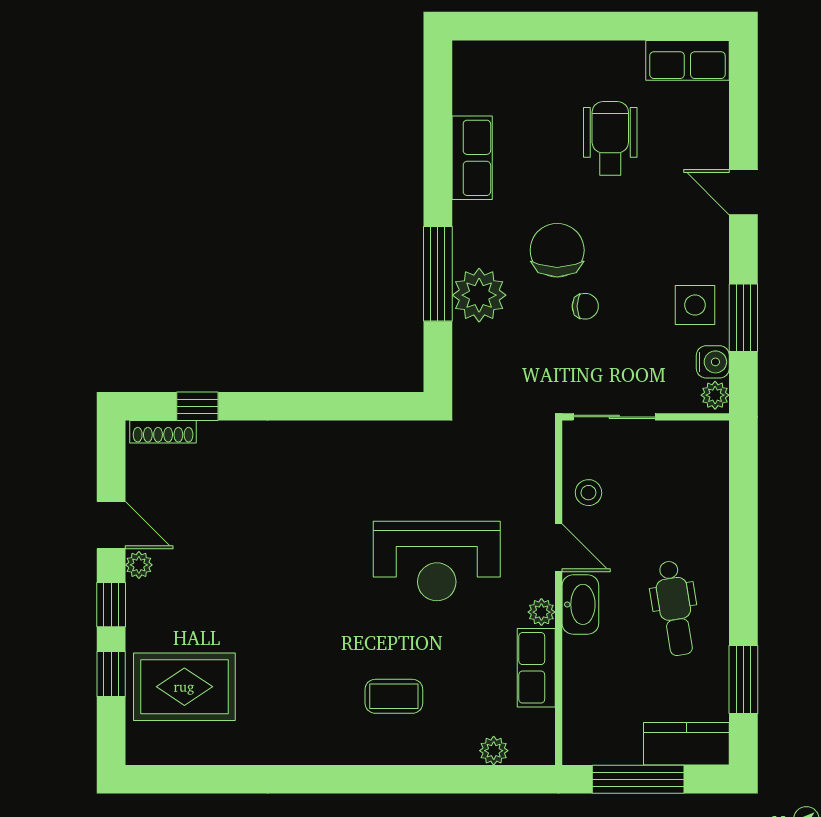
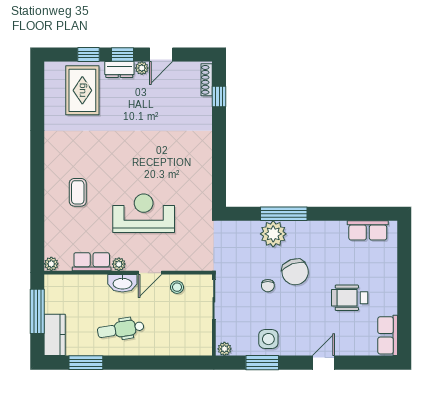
wheelchair: (610, 138) -> (350, 298), turned 180
row of seats: (472, 158) -> (368, 230), moved
chair: (557, 250) -> (295, 272), turned 70
water cooler: (713, 362) -> (241, 348), removed
reception desk: (437, 561) -> (144, 213), turned 90
dresser: (142, 611) -> (119, 70), added
plant: (494, 751) -> (51, 264), moved

